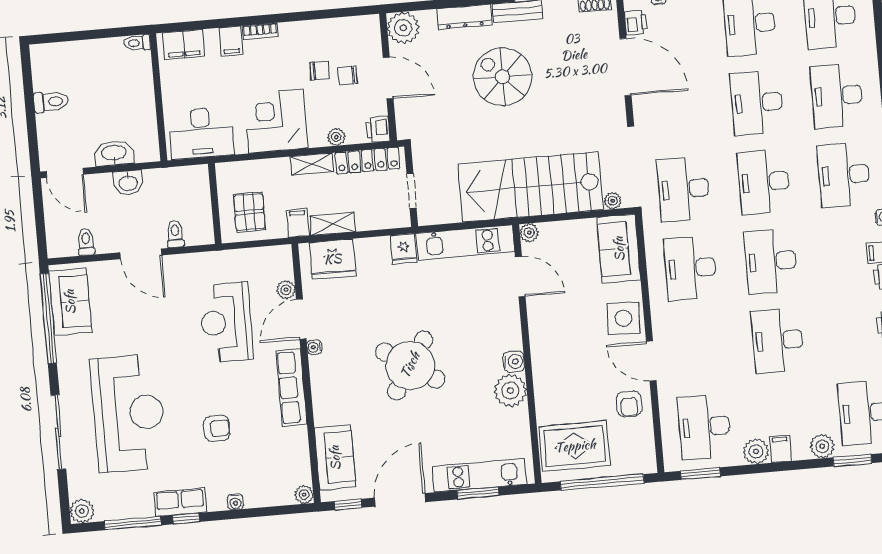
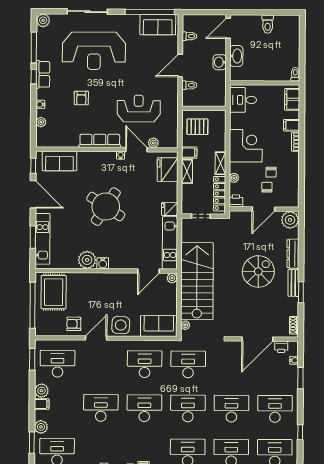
desk: (201, 133) -> (243, 100), width x0.73
plant: (304, 495) -> (41, 122), moved

